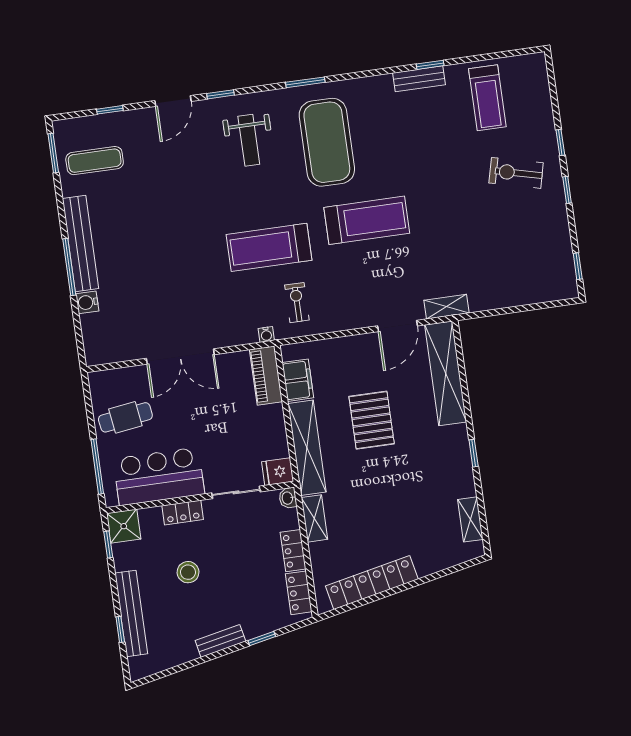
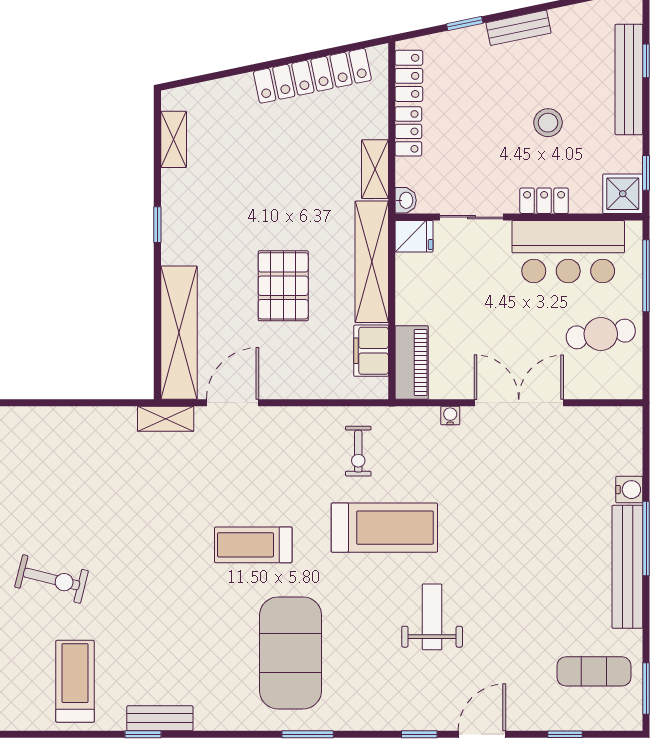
weight bench: (249, 140) -> (432, 617), moved
treadmill: (367, 220) -> (253, 545), width x0.73, depth x0.73
water cooler: (266, 334) -> (450, 416), moved

